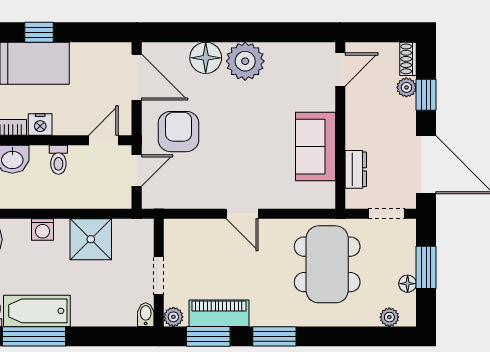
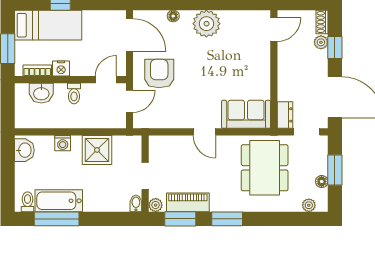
floor lamp: (206, 58) -> (173, 16), width x0.53, depth x0.53
sofa: (315, 147) -> (246, 114), moved, turned 90
dresser: (356, 169) -> (285, 115), moved

